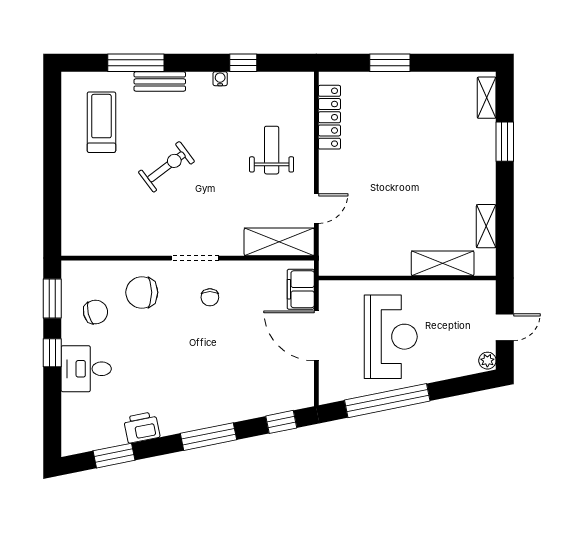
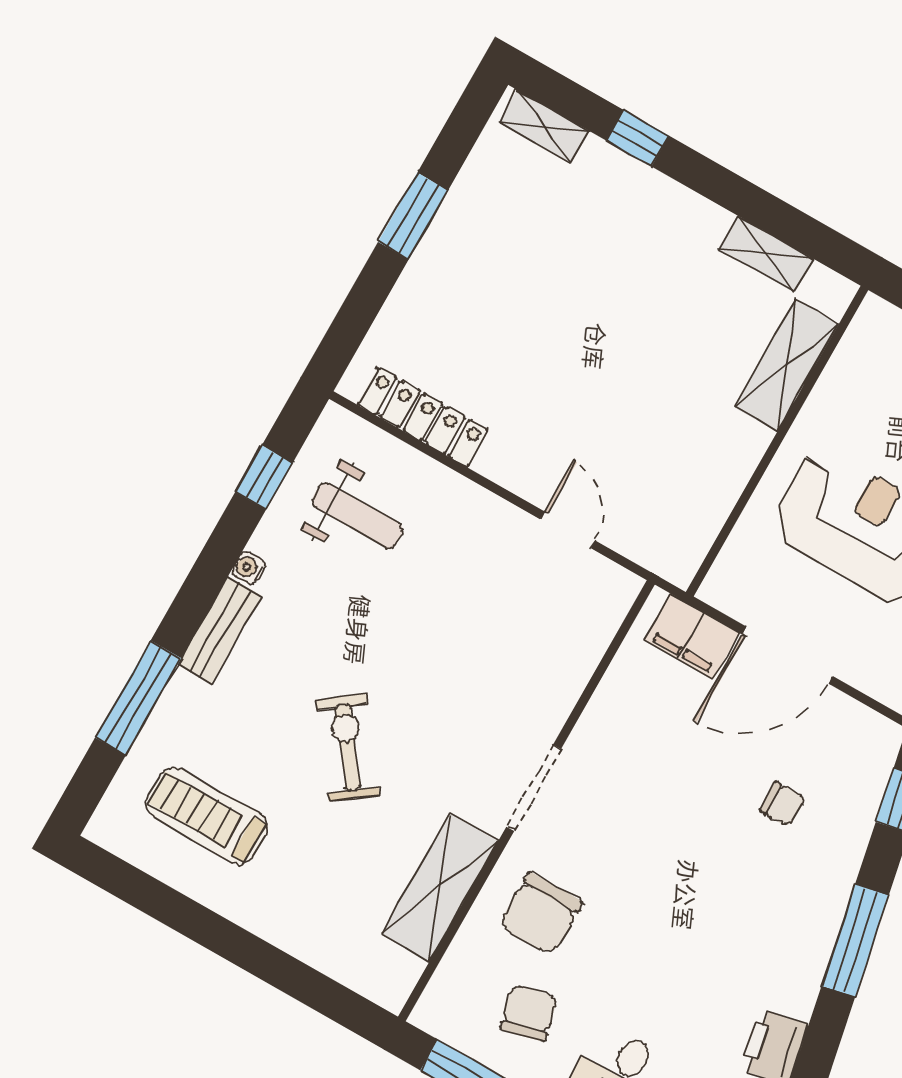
window: (243, 63) -> (264, 477), moved
window: (390, 63) -> (413, 216), moved
bench: (160, 81) -> (219, 630), moved
window: (505, 142) -> (638, 138), width x0.67
weight bench: (272, 150) -> (357, 515), moved, turned 180
shelving: (279, 242) -> (440, 888), moved
chair: (210, 297) -> (782, 804), moved

